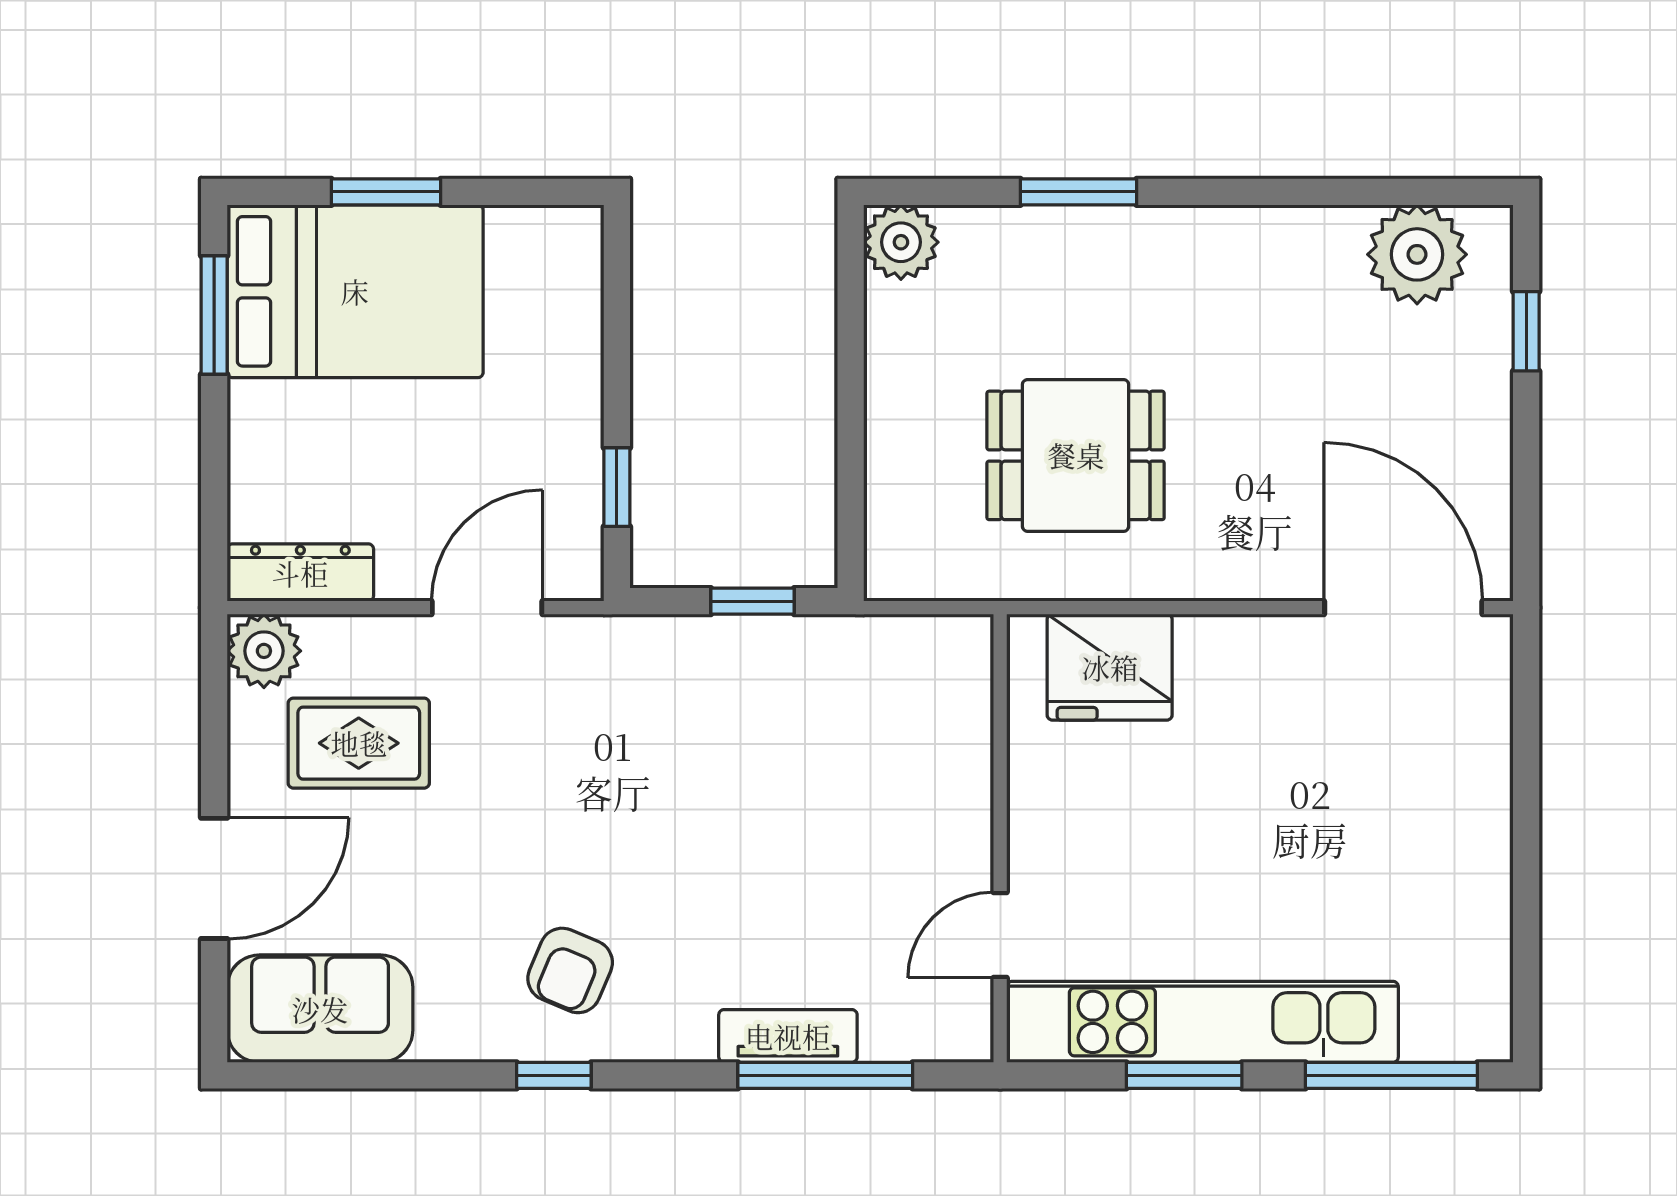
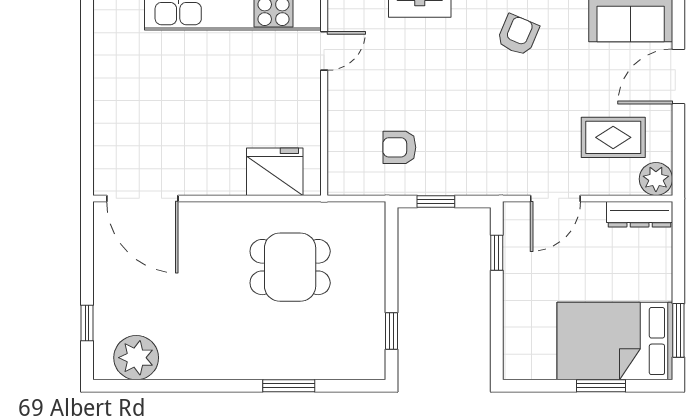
plant: (901, 242) -> (369, 363), removed
window: (851, 314) -> (391, 331), added
armchair: (833, 721) -> (399, 147), added

